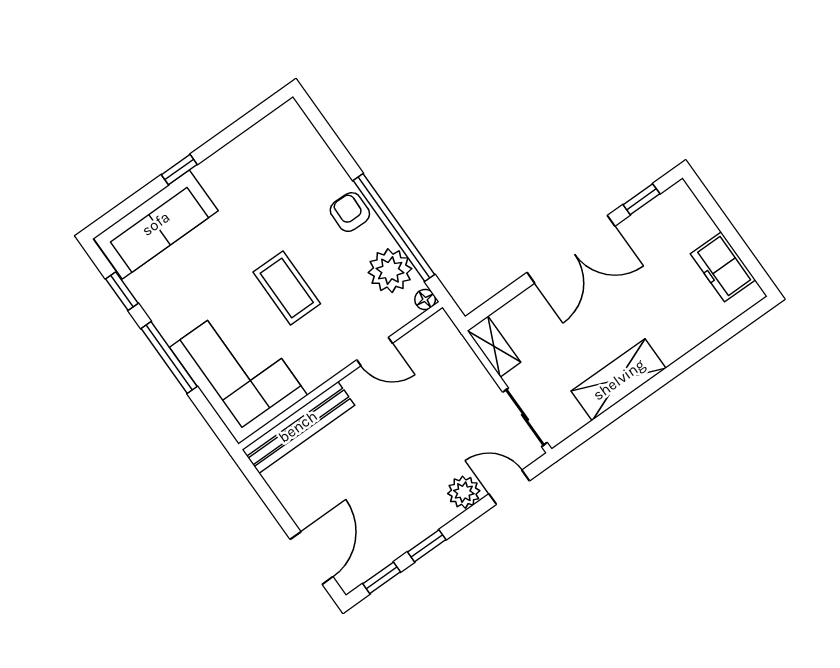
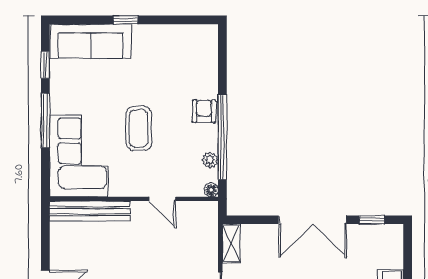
plant: (390, 271) -> (210, 160), width x0.53, depth x0.53

